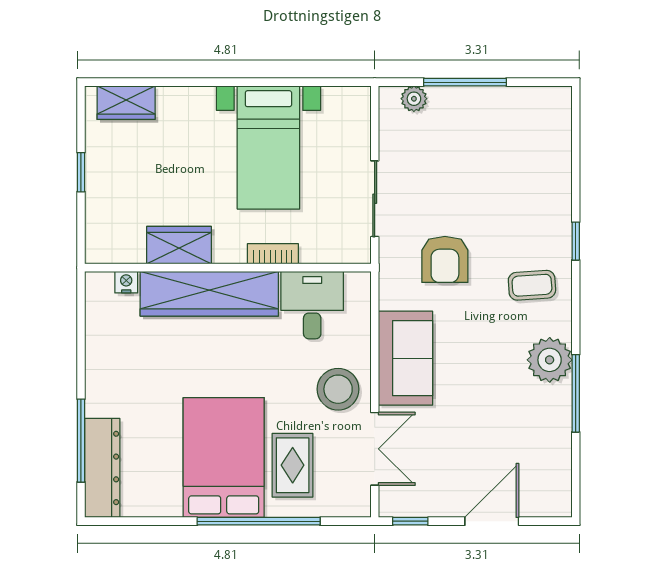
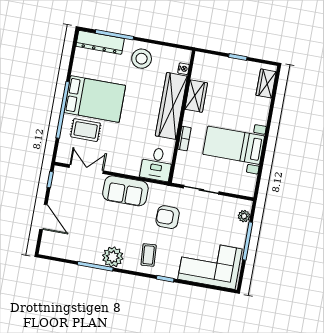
corner sofa: (528, 152) -> (210, 264), added
desk: (312, 305) -> (157, 164), moved, turned 90
stool: (338, 389) -> (142, 59), moved
double door: (375, 449) -> (86, 169), swing flipped

